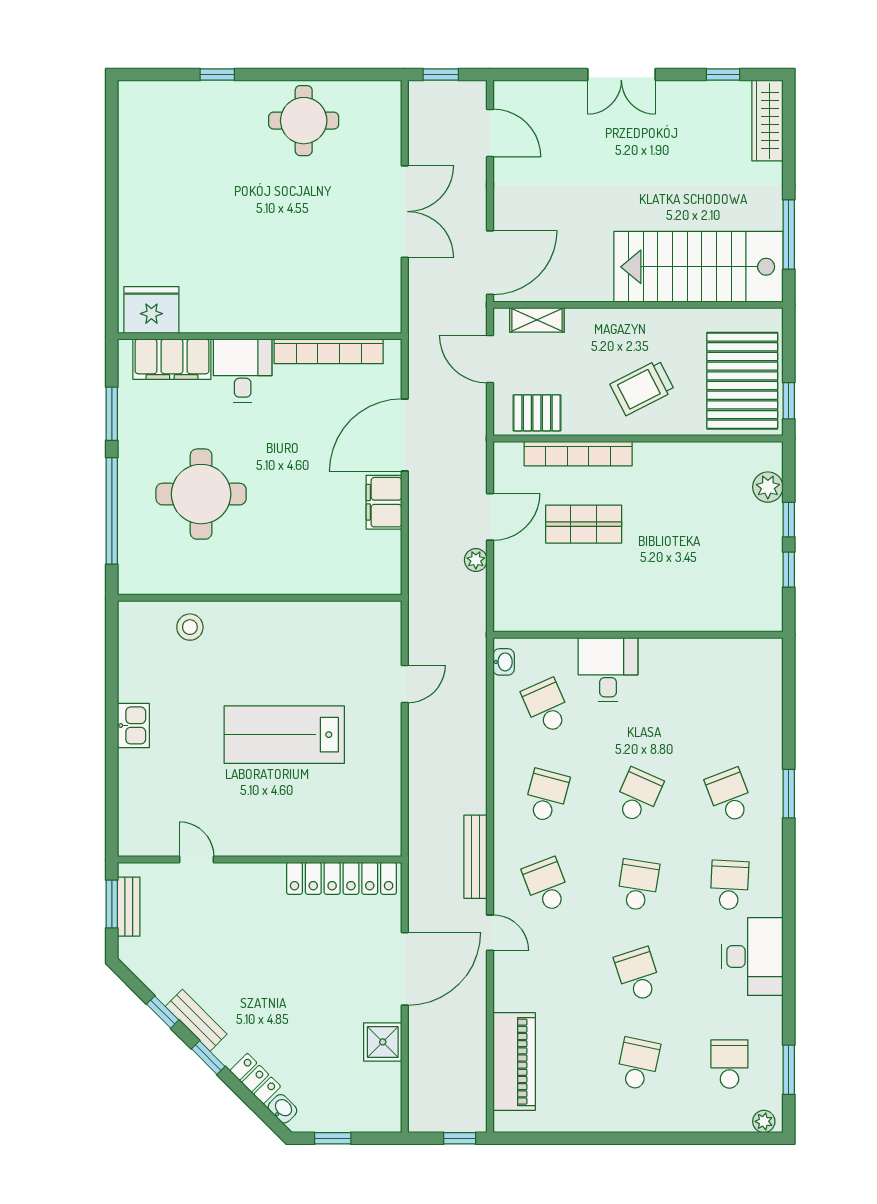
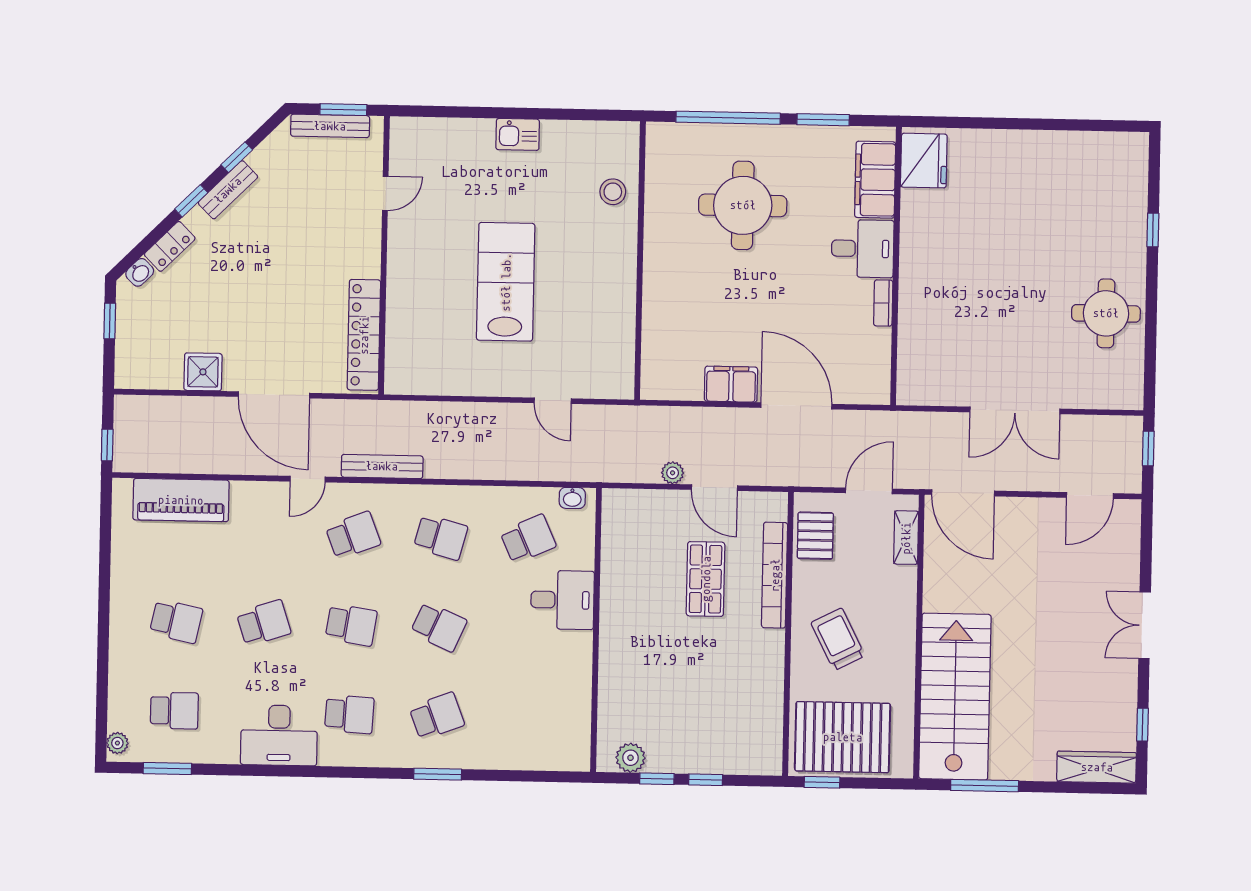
bookcase: (329, 351) -> (883, 303), width x0.43, depth x0.76
plant: (768, 487) -> (630, 758), moved
bench: (129, 907) -> (330, 126), width x1.36

